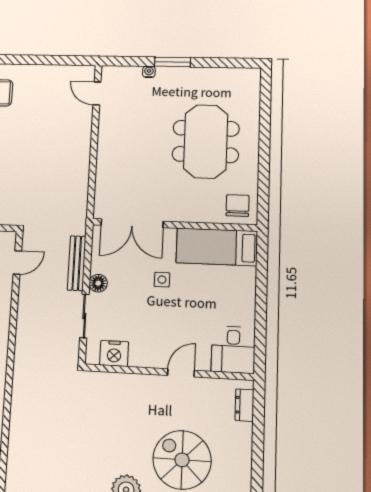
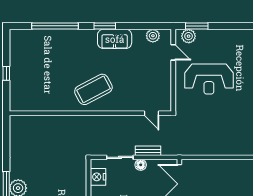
bench: (77, 263) -> (148, 151), width x0.73

